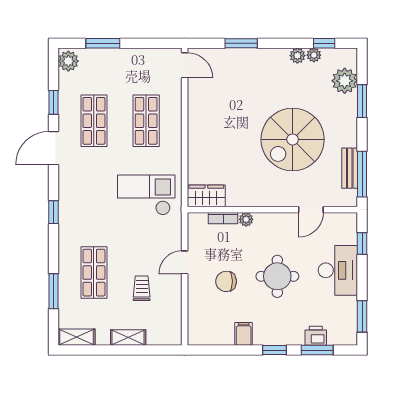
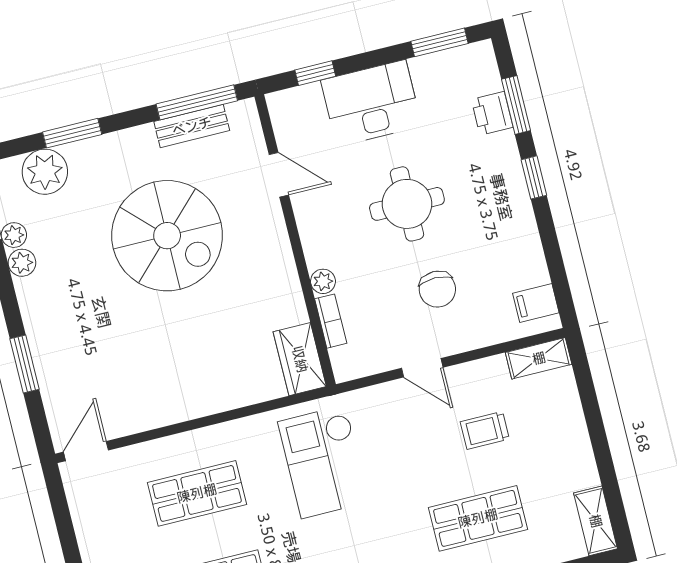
filing cabinet: (244, 334) -> (536, 303), moved
shelving: (128, 338) -> (539, 358), moved, turned 90

